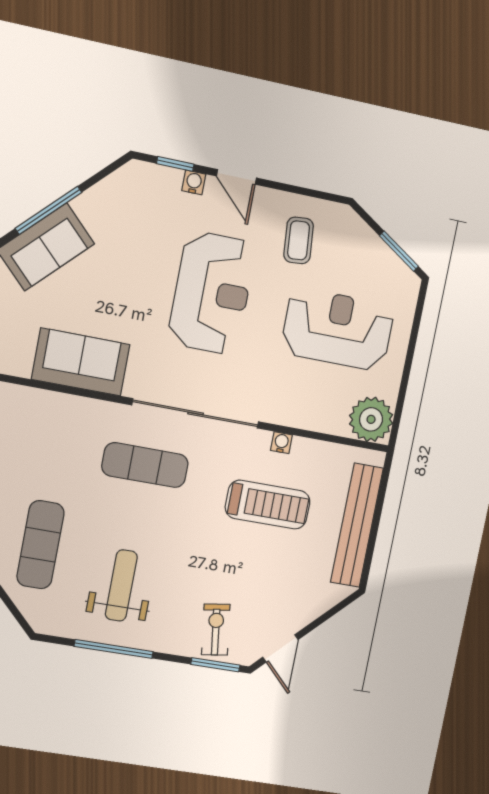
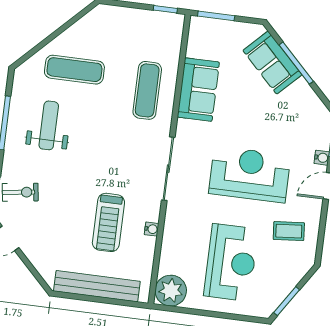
reception desk: (212, 293) -> (250, 174), turned 180
sliding door: (196, 413) -> (168, 169), width x0.73
exercise mat: (145, 465) -> (147, 90), moved
weight bench: (121, 585) -> (49, 125), turned -90

